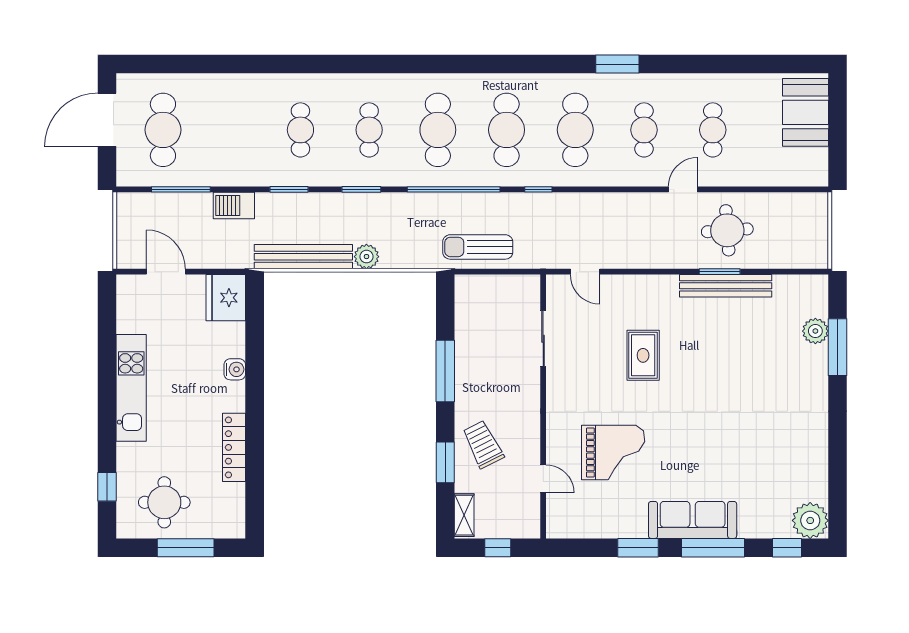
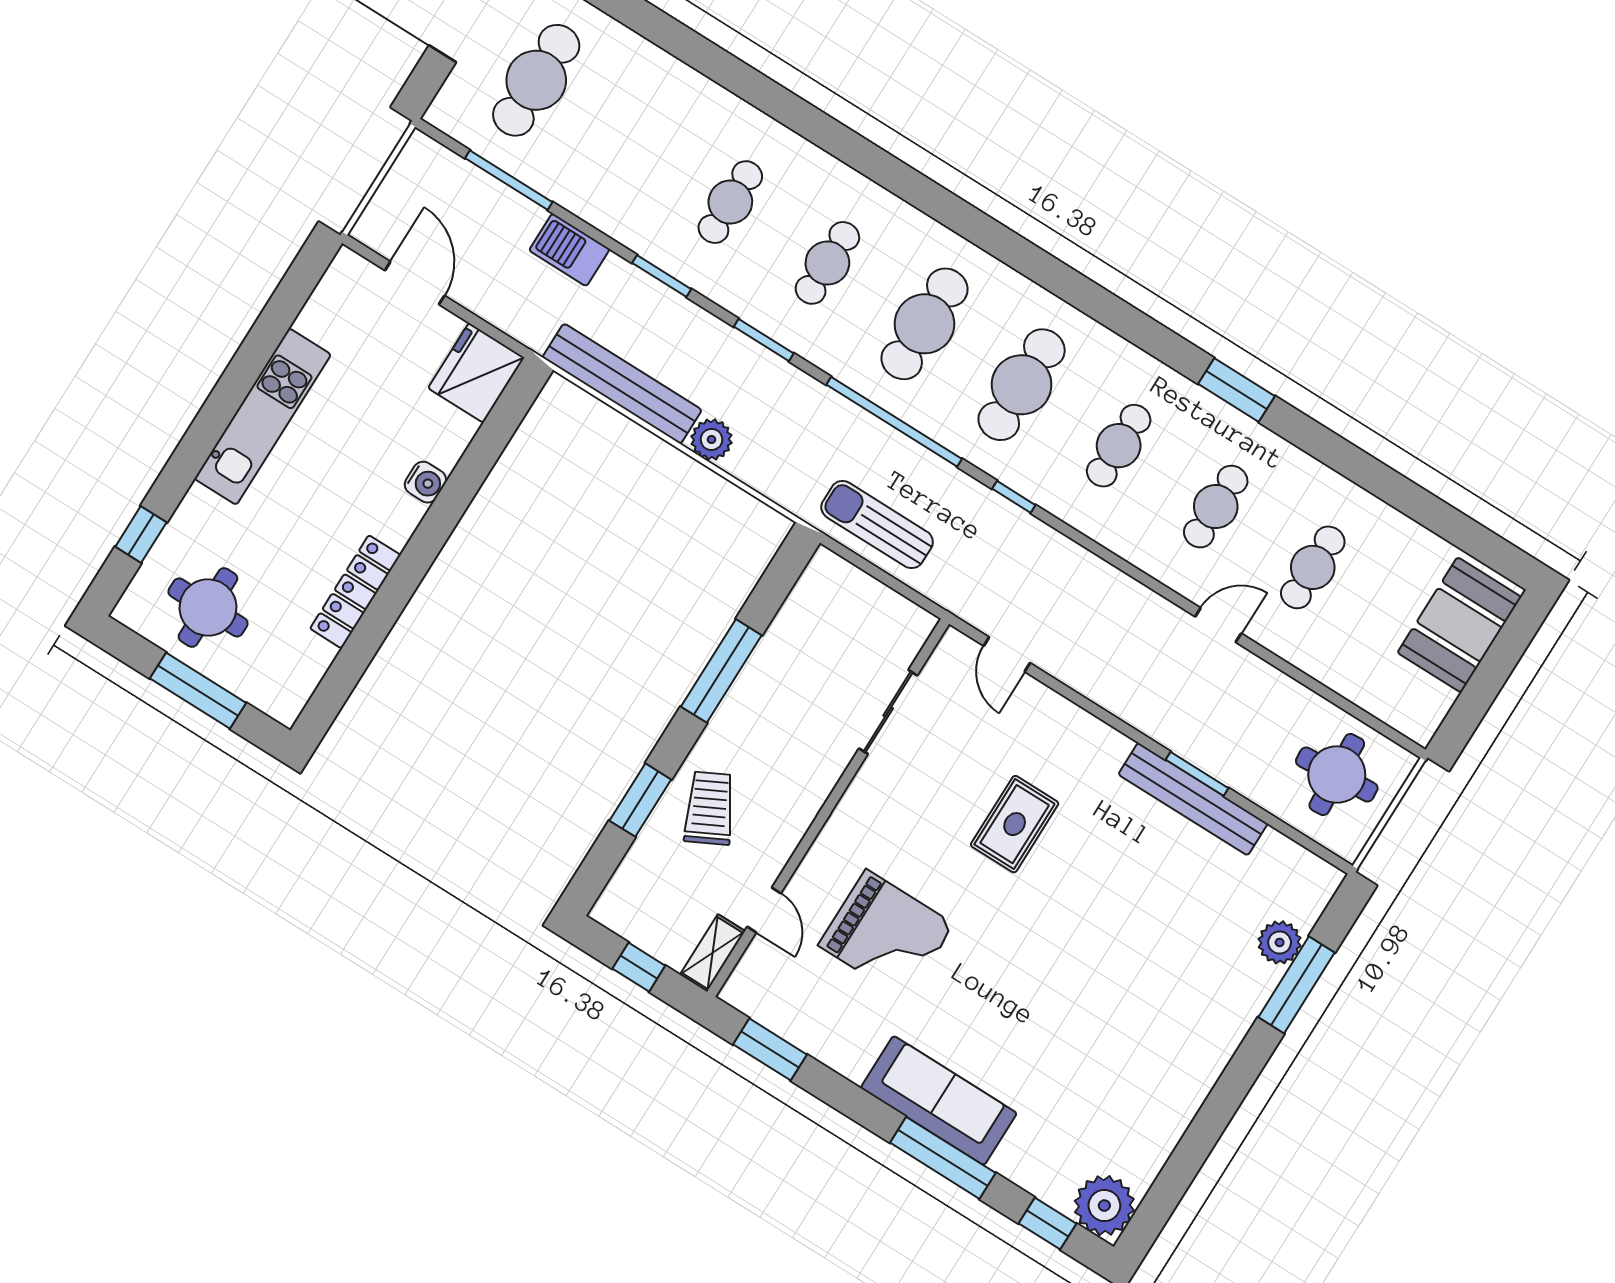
cafe table: (575, 130) -> (1119, 446), width x0.73, depth x0.74
round table: (727, 230) -> (1337, 775), moved
shelving: (464, 515) -> (712, 953), moved
window: (638, 548) -> (770, 1049), moved

